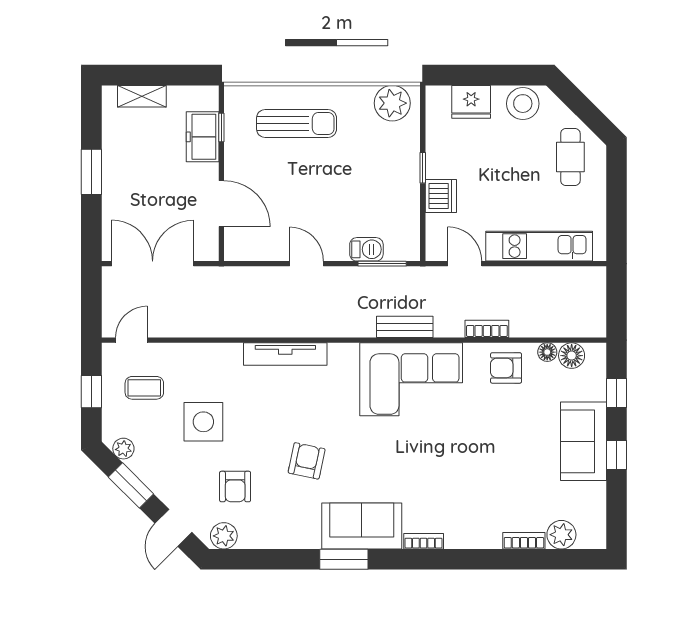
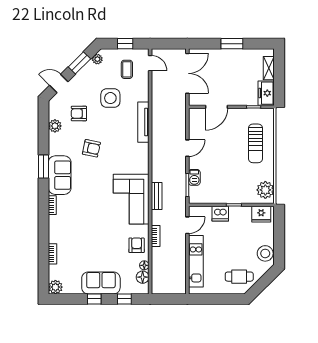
fridge: (471, 102) -> (261, 214), moved, turned -90
freezer: (203, 137) -> (266, 93), moved, turned -90
tv unit: (285, 354) -> (143, 122), moved
plant: (561, 535) -> (55, 287), moved
plant: (224, 536) -> (55, 126), moved

